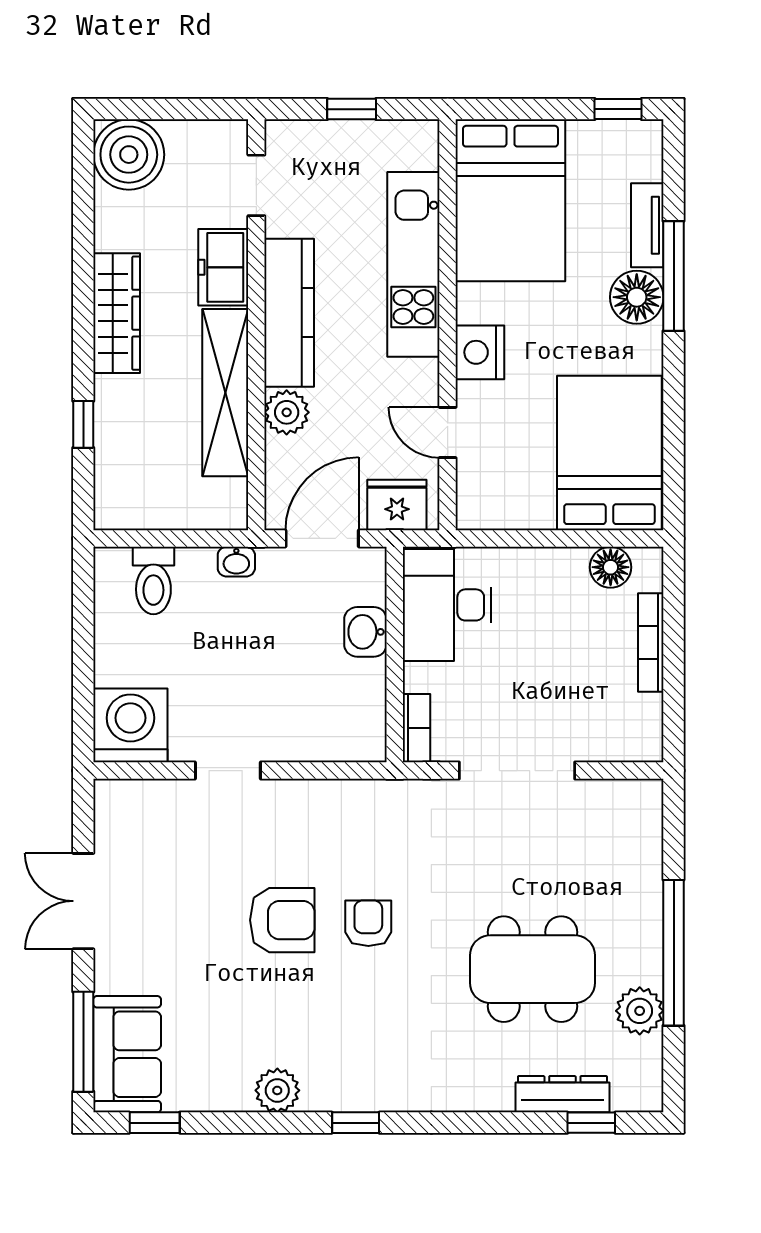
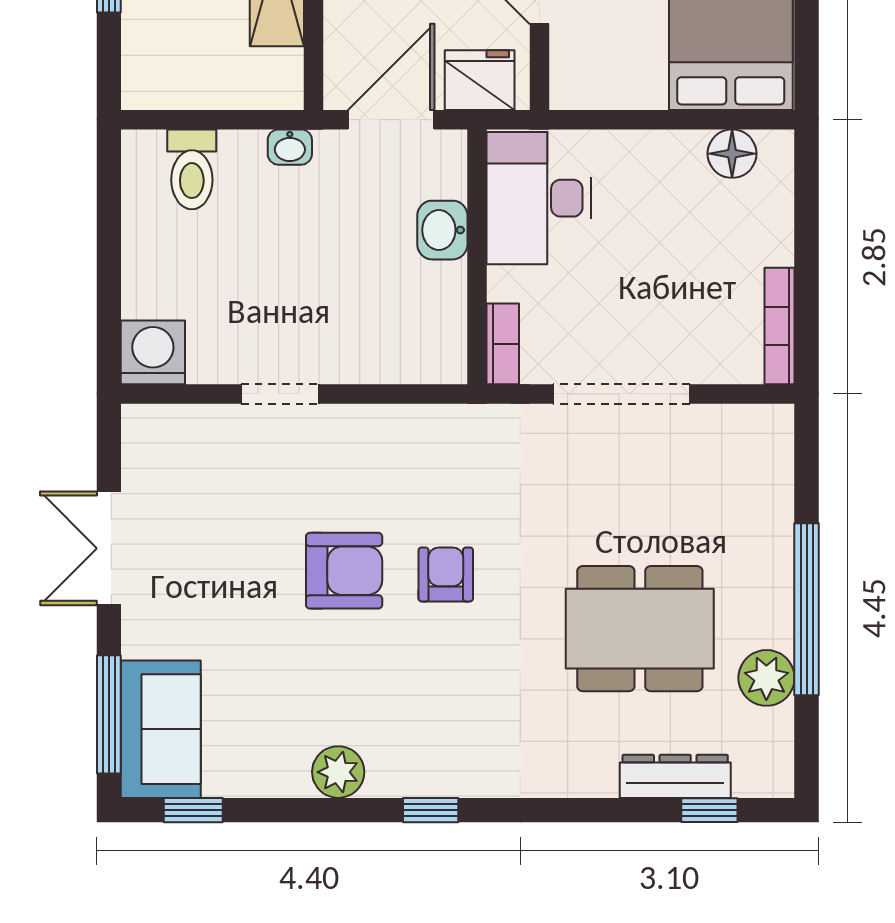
bookcase: (651, 642) -> (780, 326), moved
washing machine: (130, 725) -> (153, 352), width x0.73, depth x0.73

